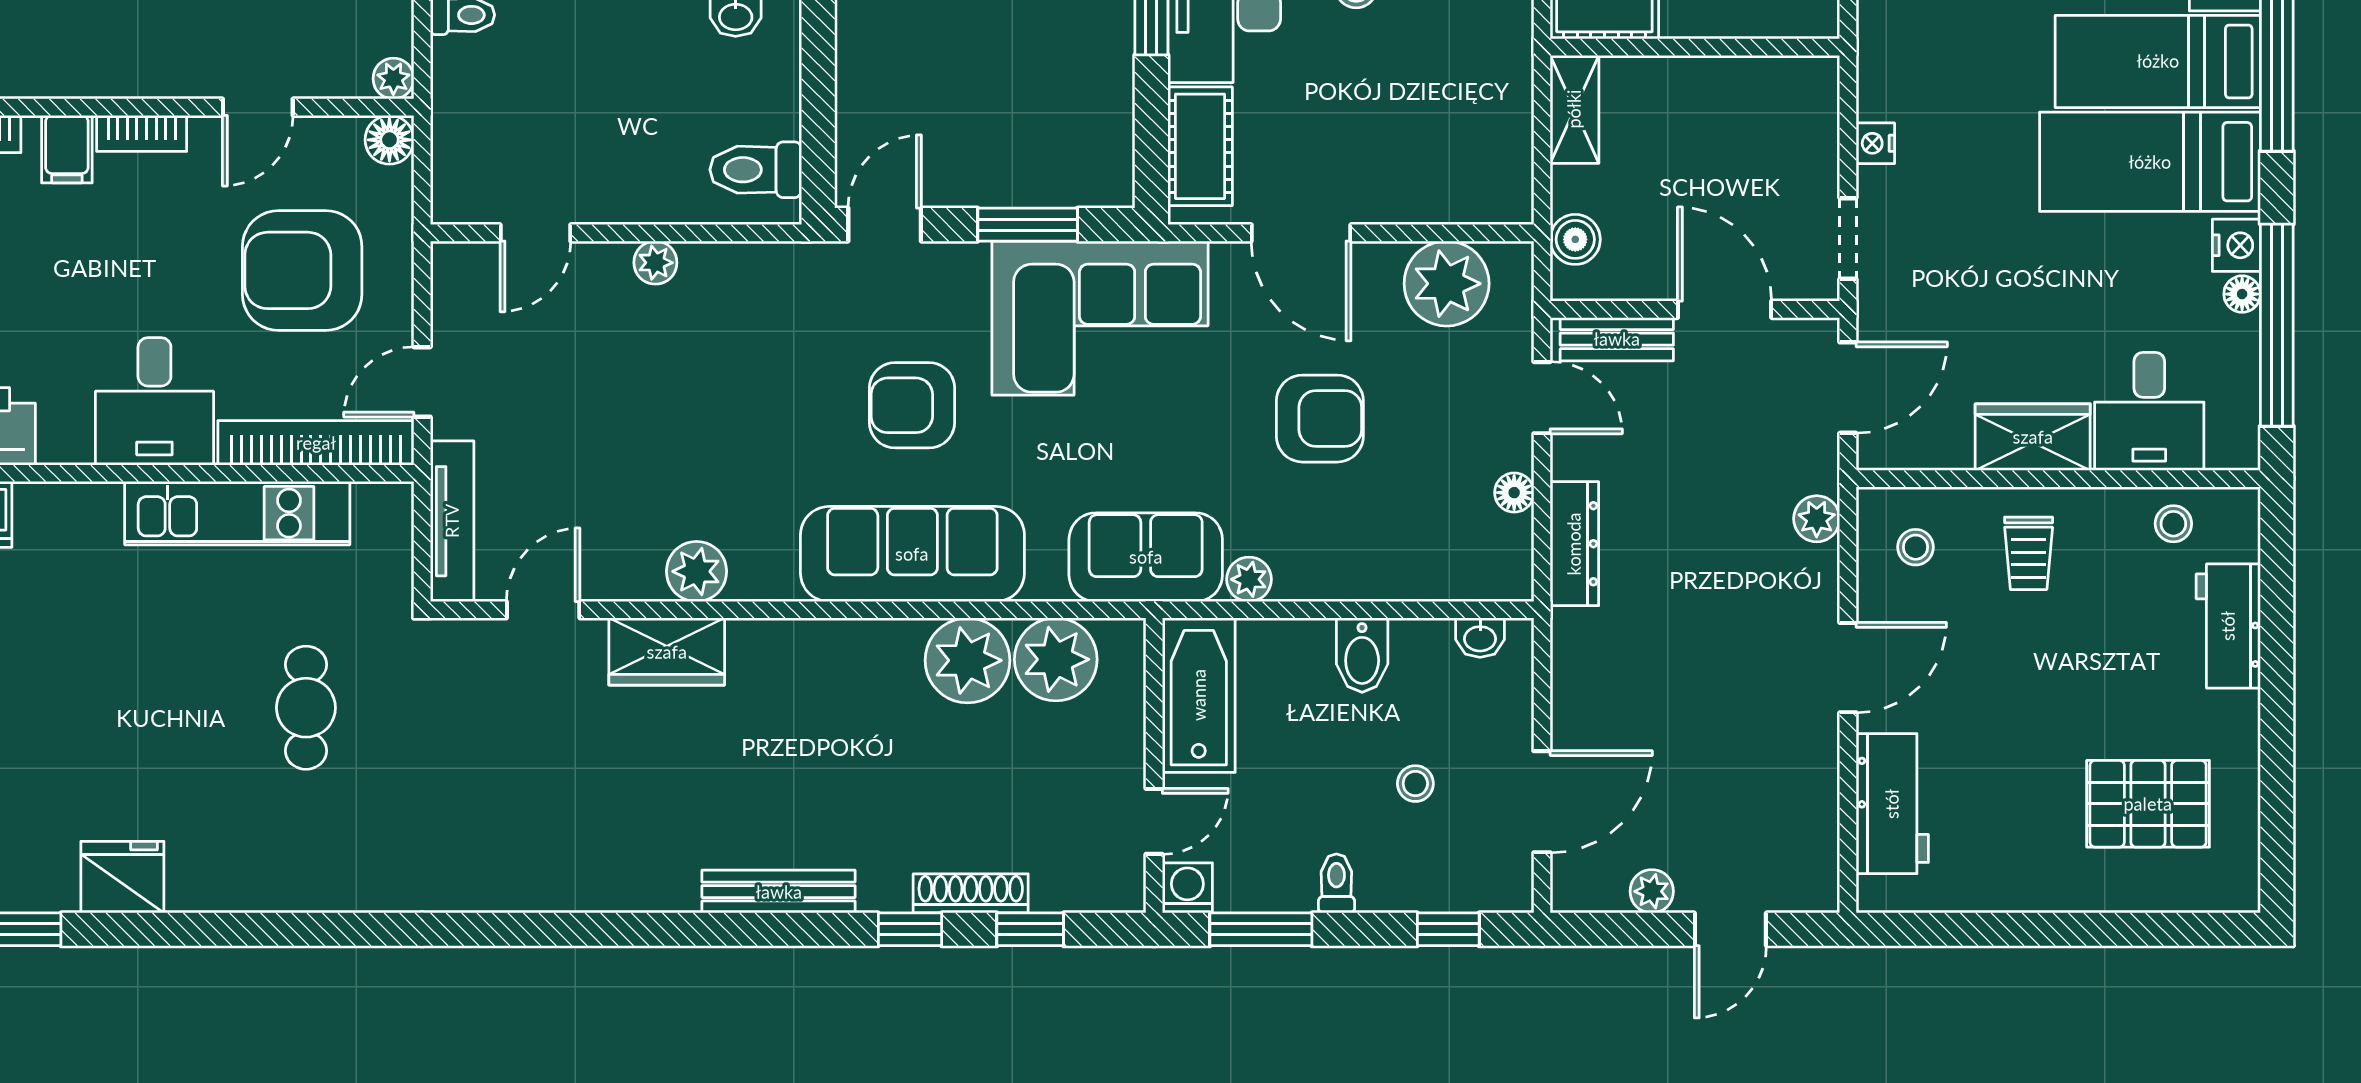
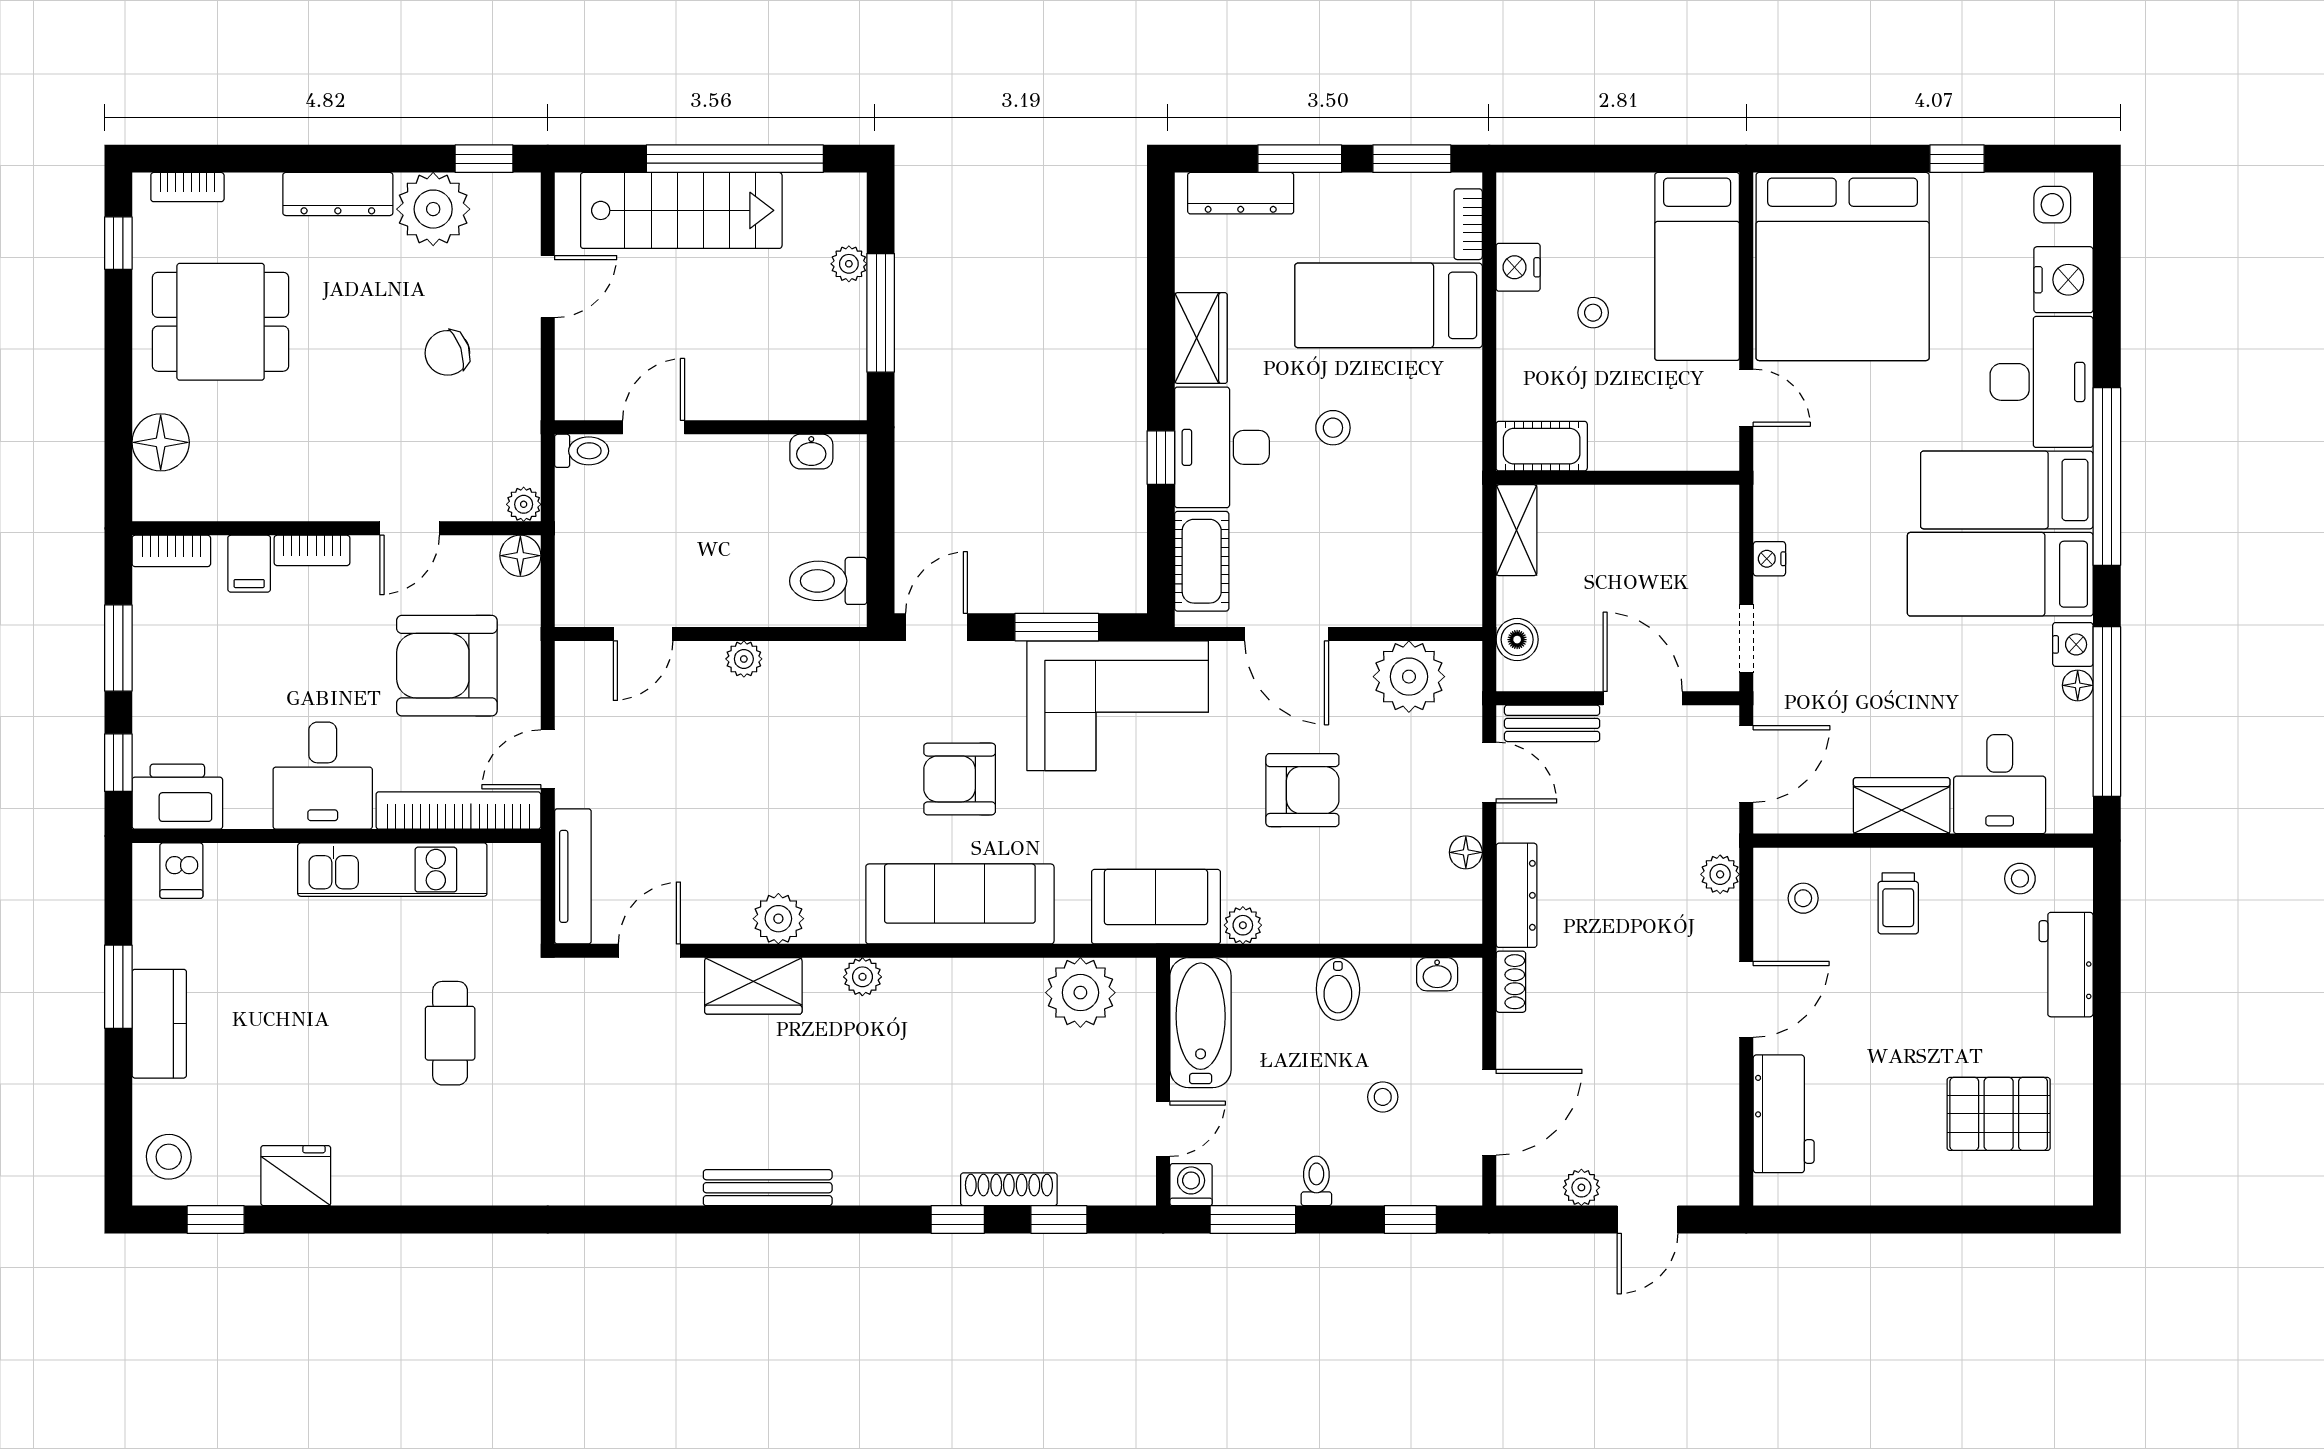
shoe rack: (1568, 646) -> (1511, 982), added
plant: (968, 660) -> (862, 977), moved, width x0.53, depth x0.53
bench: (779, 892) -> (768, 1188), moved

